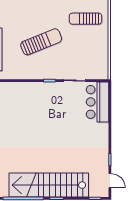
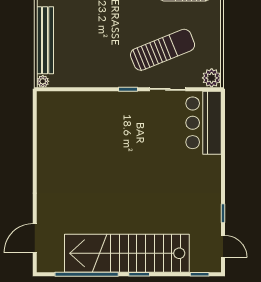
sun lounger: (41, 42) -> (163, 50), moved
plant: (103, 73) -> (212, 78), added

